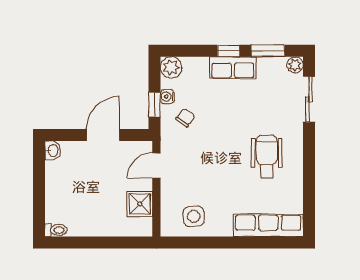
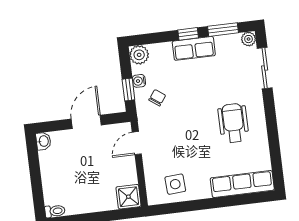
shower: (140, 204) -> (128, 197), moved

